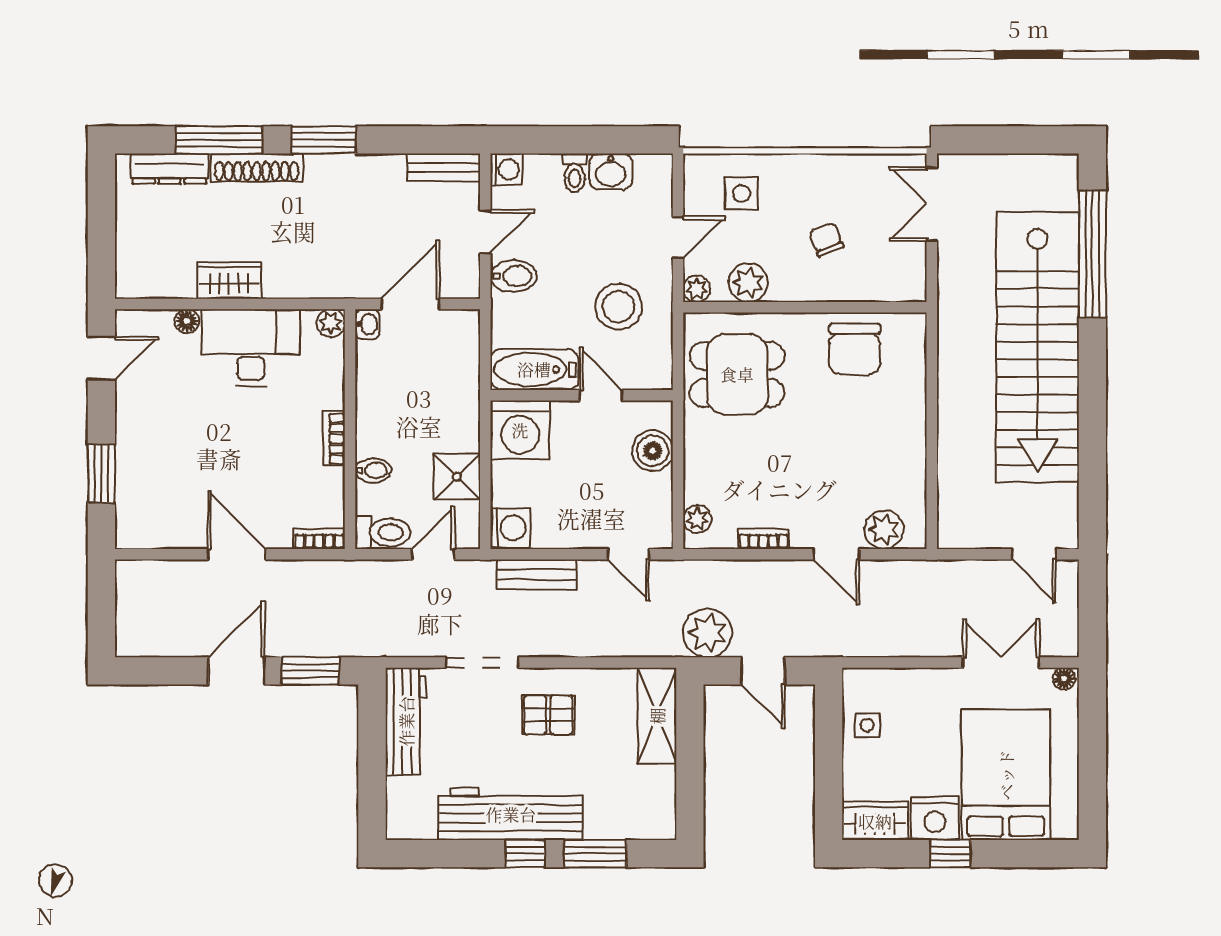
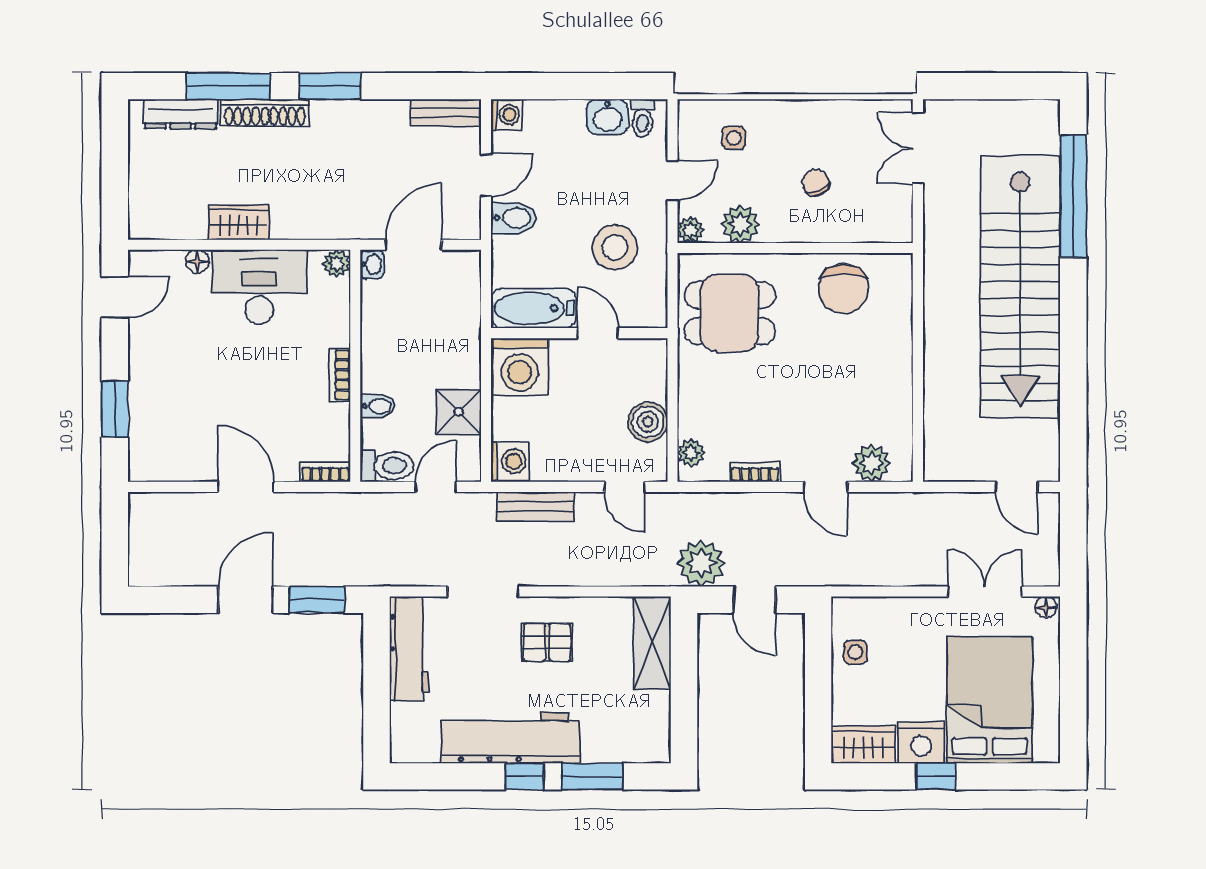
toilet: (575, 173) -> (642, 118), moved
side table: (741, 193) -> (734, 138), width x0.73, depth x0.73
boiler: (653, 451) -> (648, 422), moved

